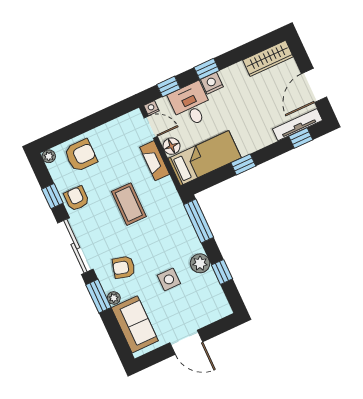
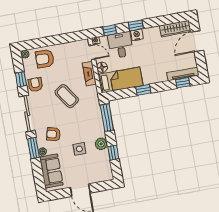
door: (314, 85) -> (197, 41), moved
armchair: (81, 155) -> (45, 59), turned 180
coffee table: (129, 204) -> (67, 96), turned -34

